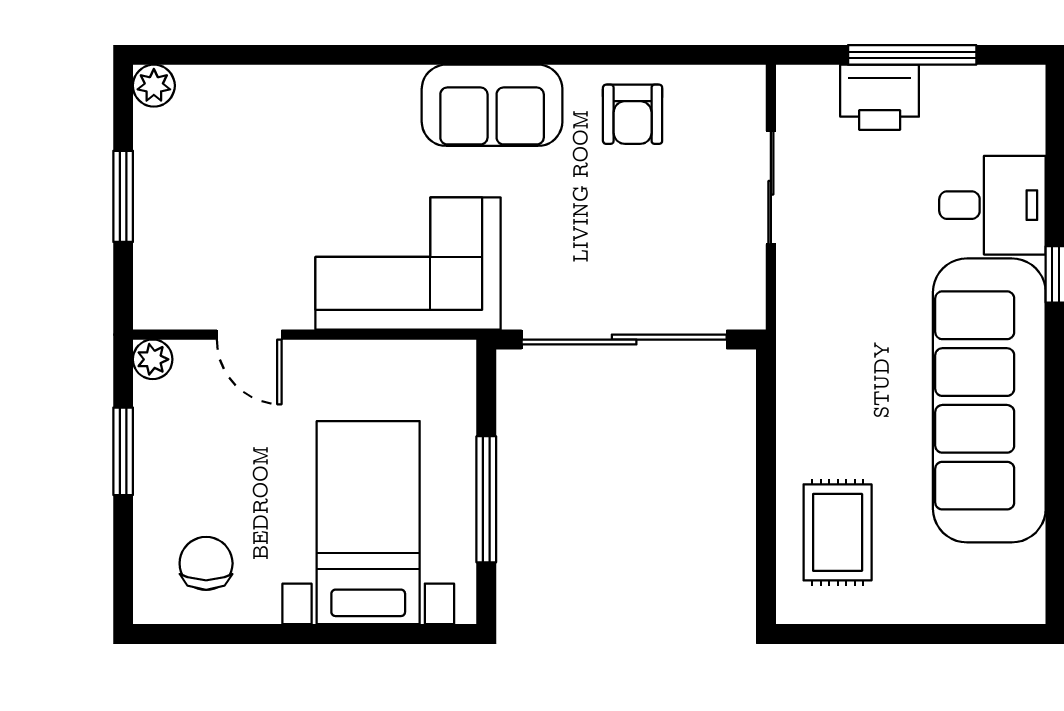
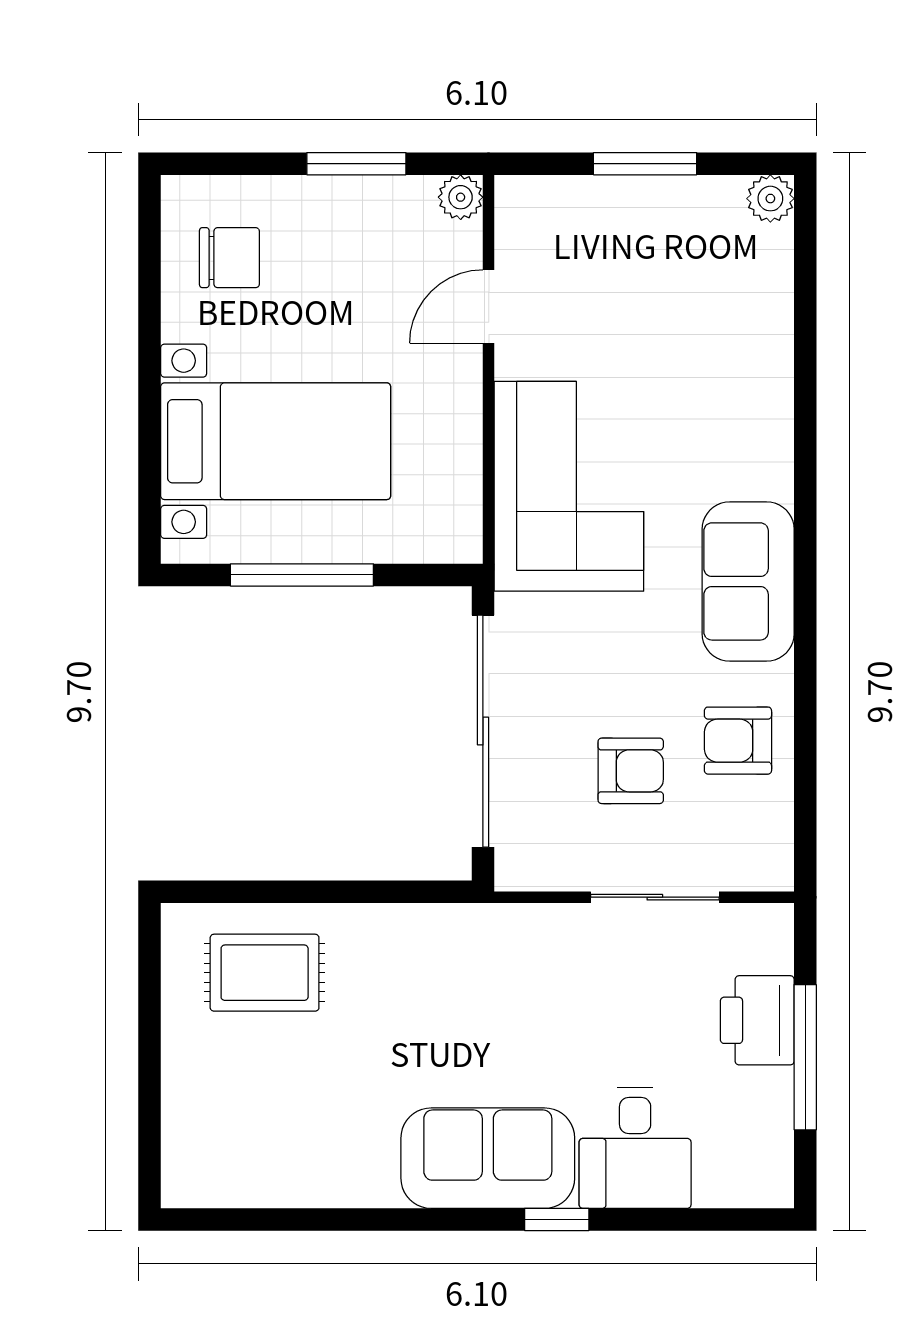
armchair: (659, 209) -> (631, 771), added
sofa: (989, 400) -> (488, 1158), width x0.54, depth x0.79

